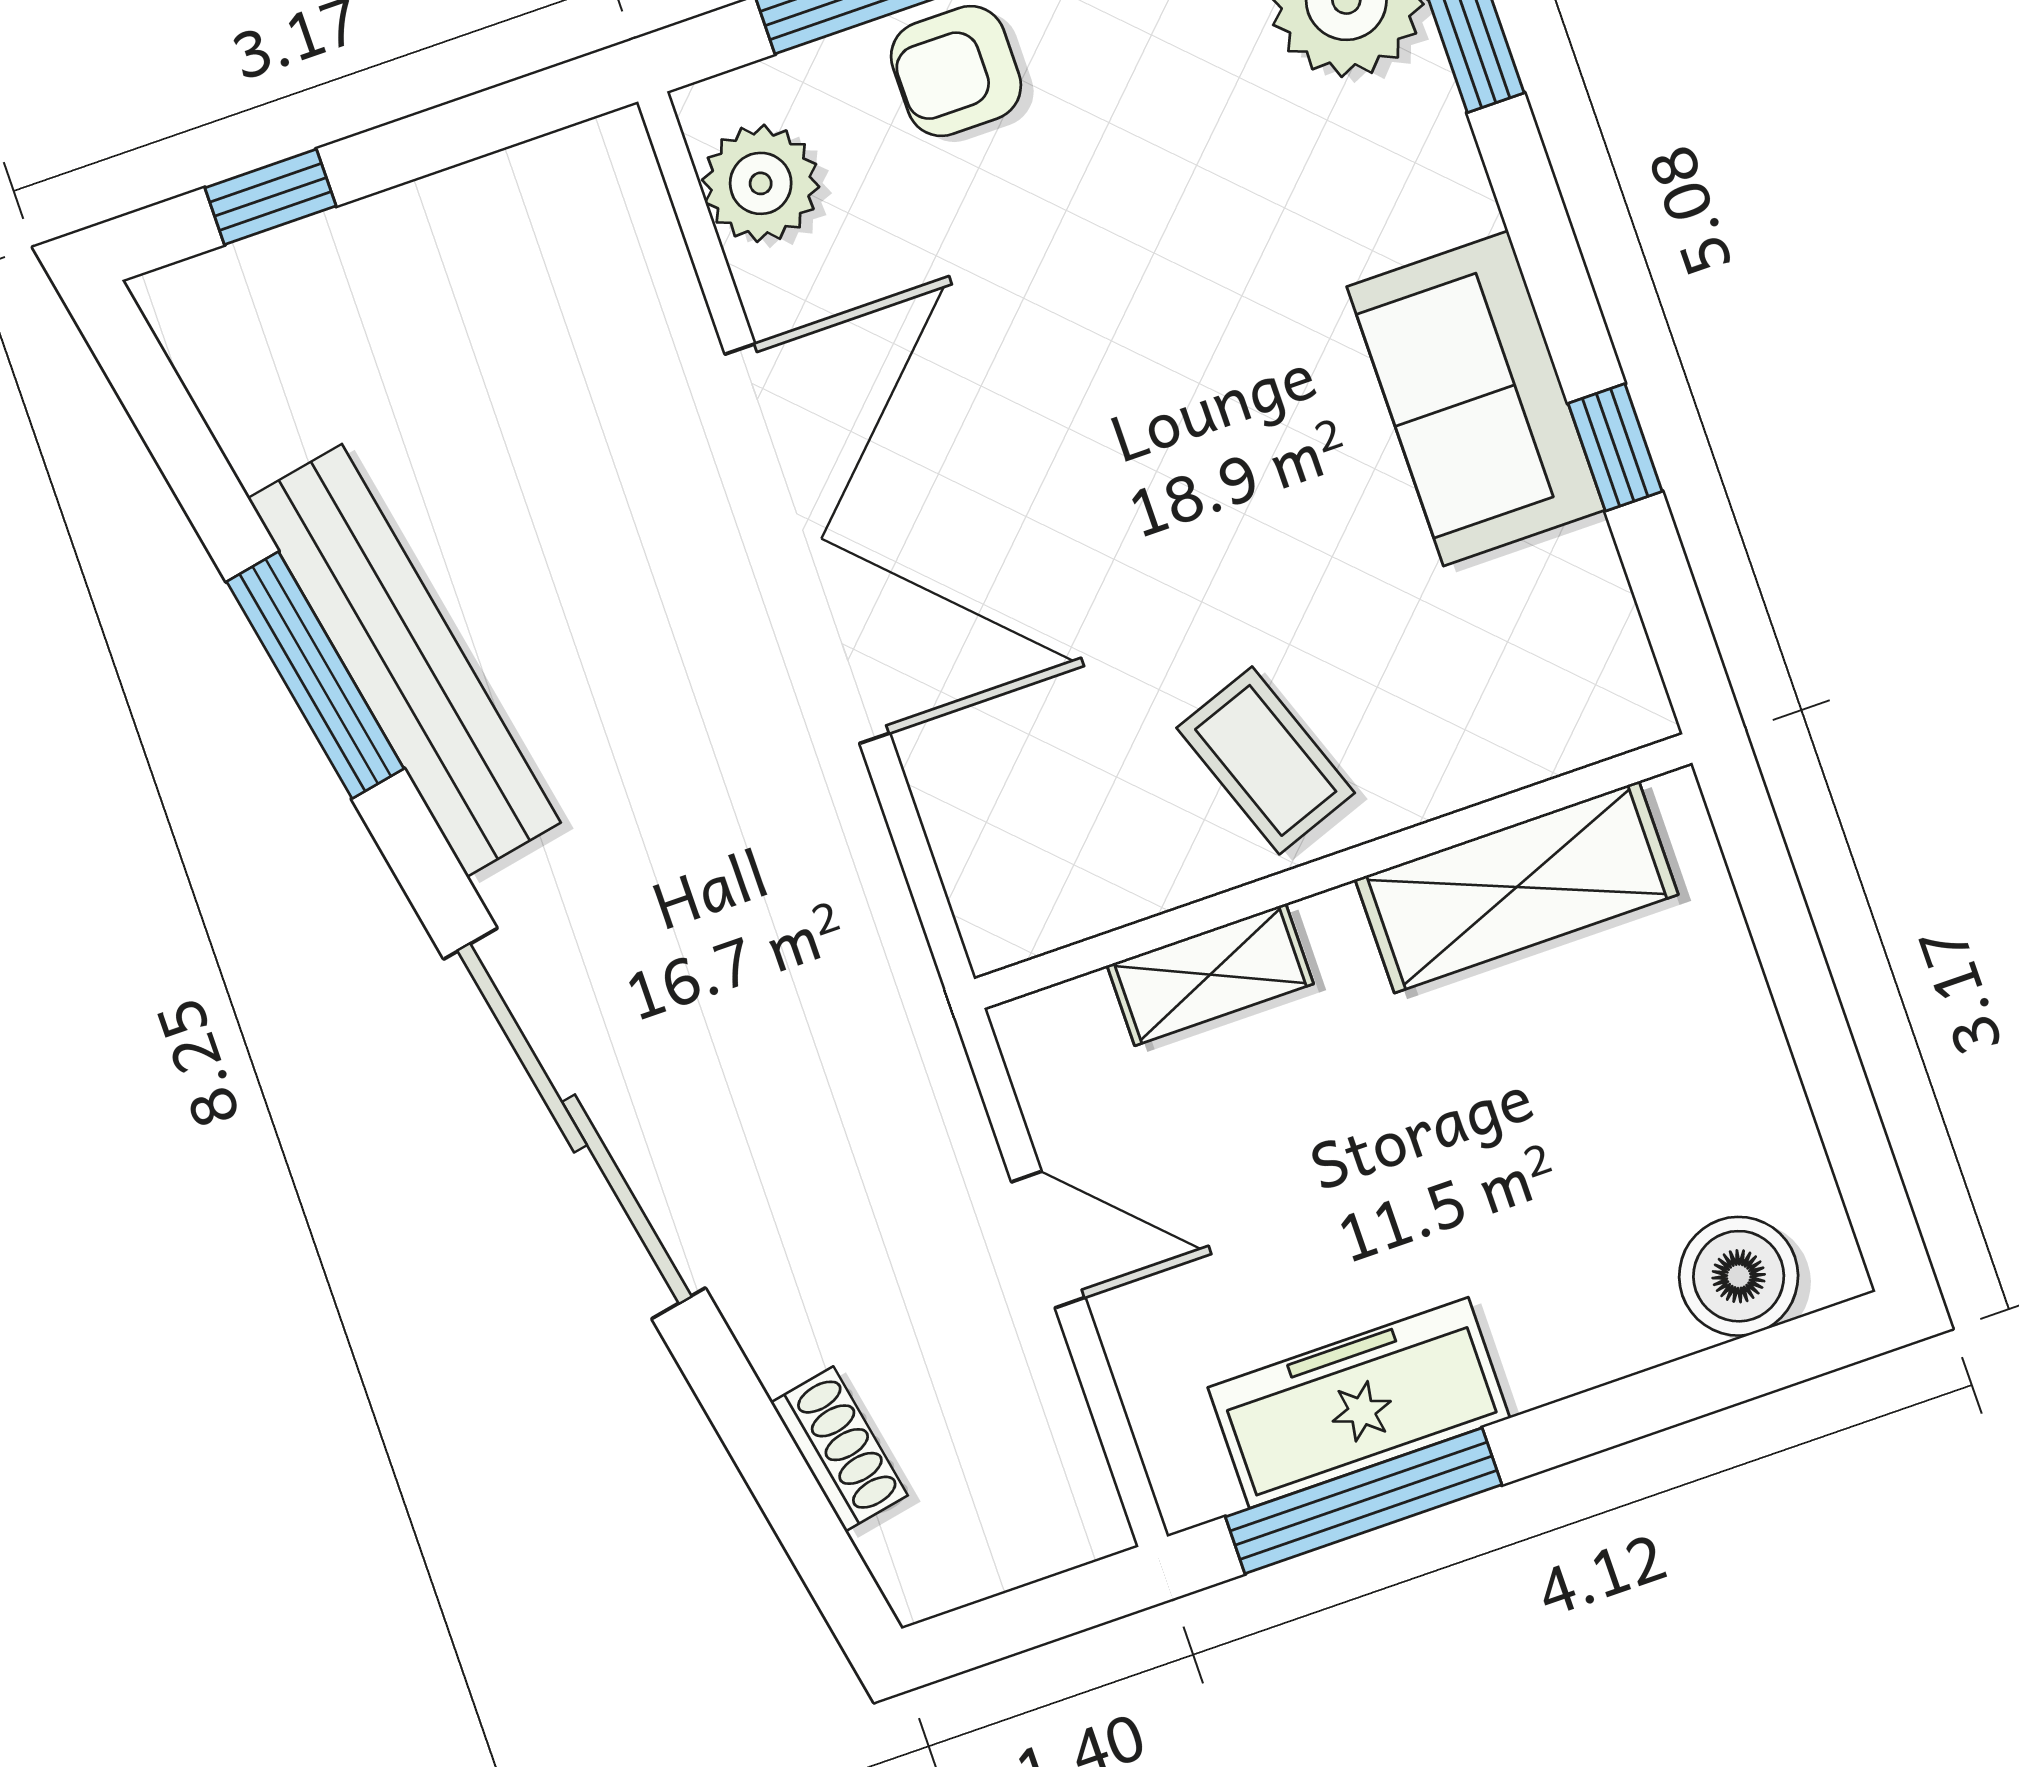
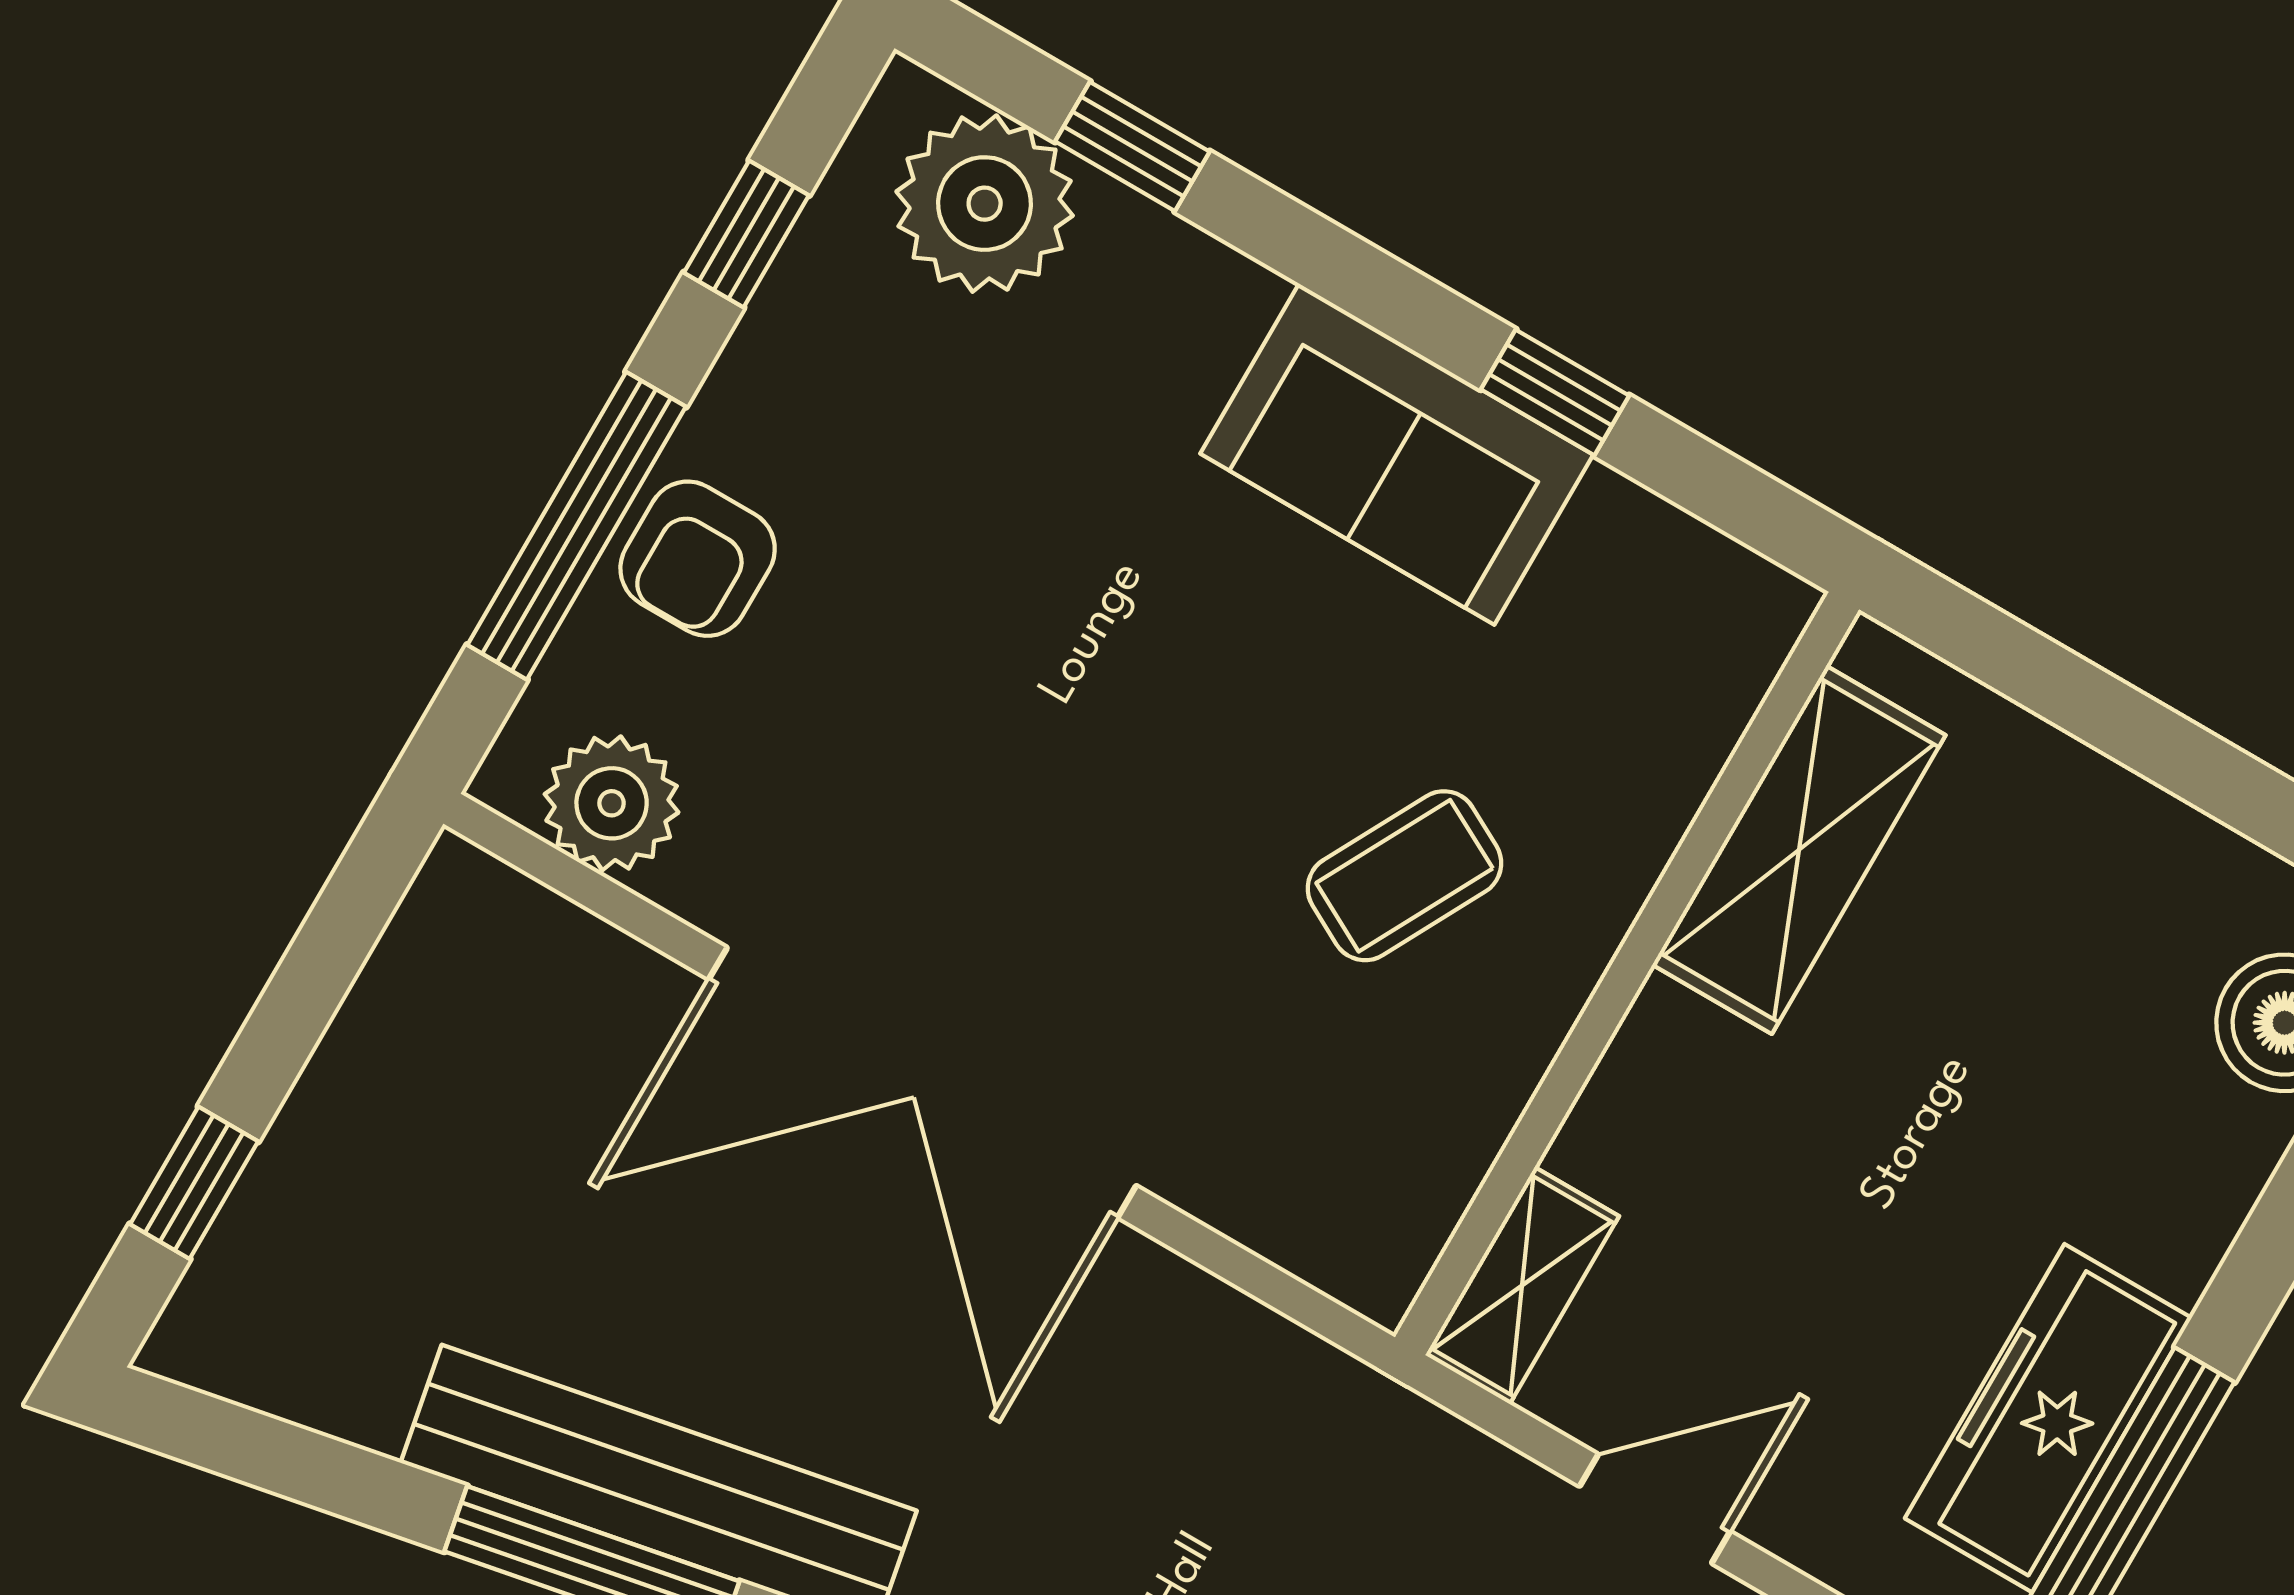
double door: (807, 544) -> (922, 1082), swing flipped
coffee table: (1266, 760) -> (1404, 876), moved, turned -42
shelving: (1210, 975) -> (1522, 1286), moved

